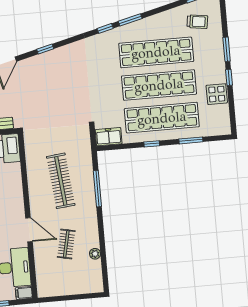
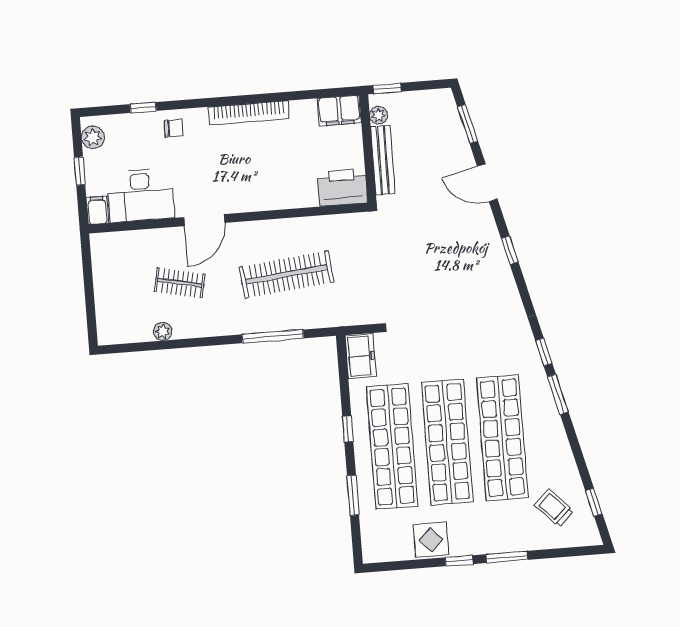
trolley: (197, 22) -> (554, 508), turned 128

